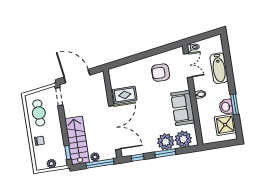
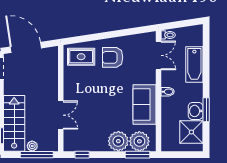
armchair: (161, 73) -> (113, 57), moved
rug: (125, 95) -> (81, 57), moved
double door: (115, 128) -> (61, 115), width x0.54
window: (165, 153) -> (138, 155), moved

